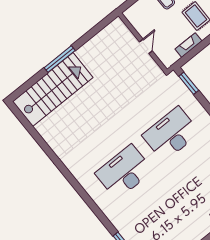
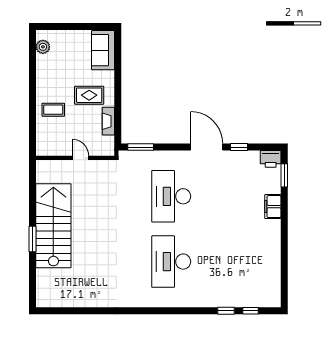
window: (60, 59) -> (33, 239), width x0.69
stairs: (53, 90) -> (53, 226), moved

